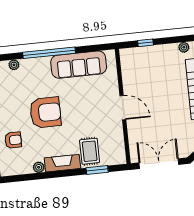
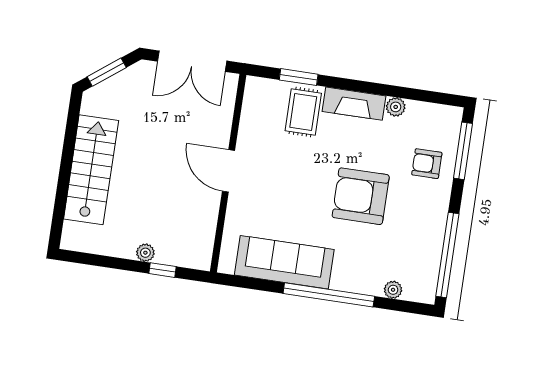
plant: (184, 47) -> (145, 253), moved

